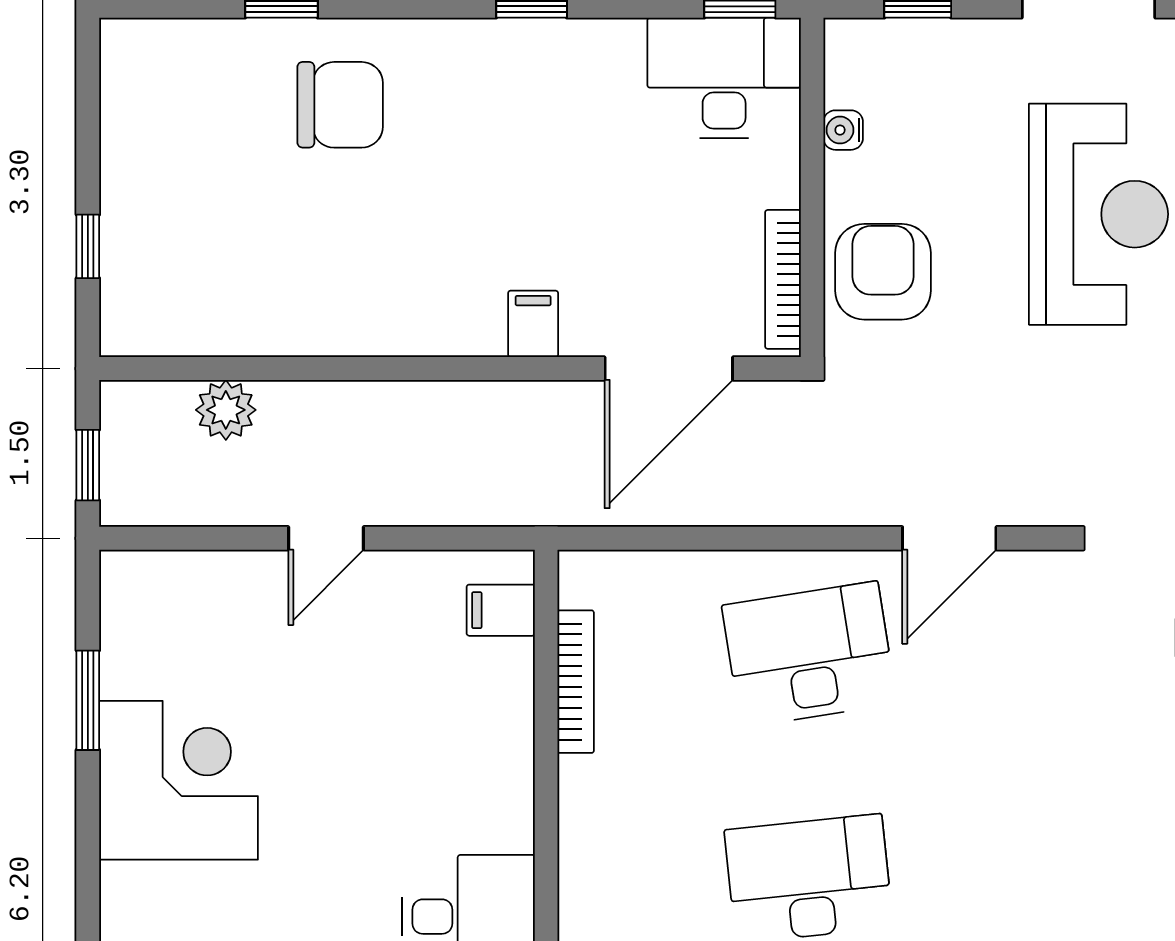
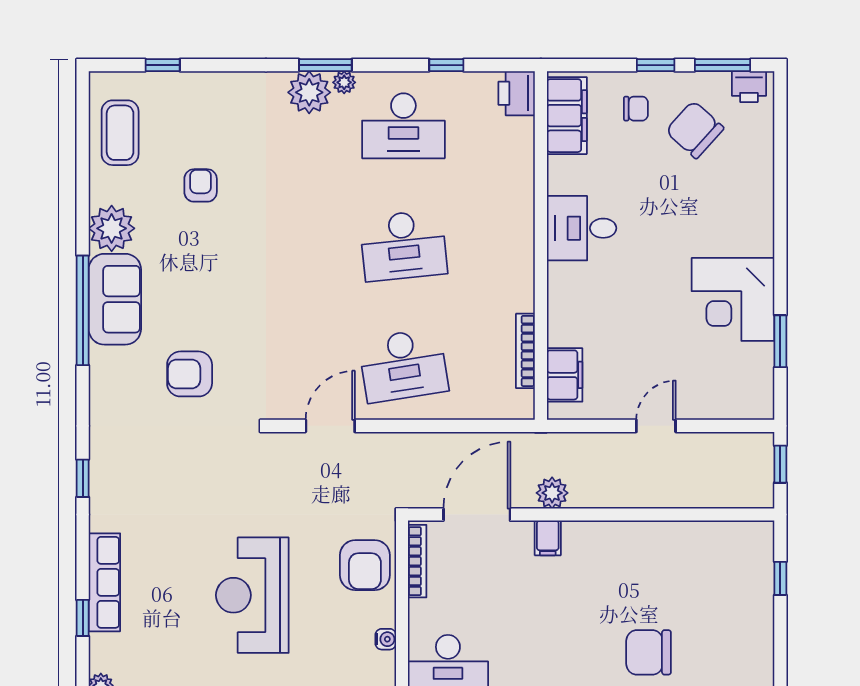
plant: (226, 410) -> (552, 493), moved
filing cabinet: (501, 610) -> (565, 375), width x2.00

